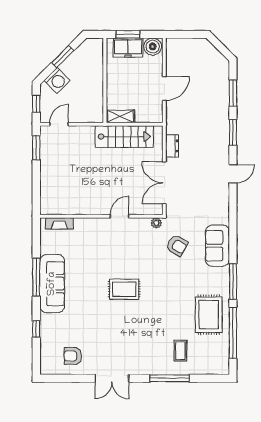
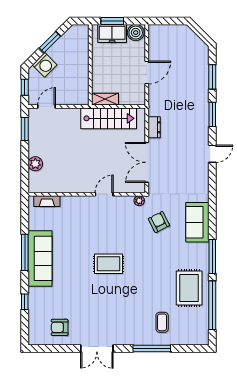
plant: (47, 184) -> (35, 164), added
armchair: (177, 245) -> (159, 222), turned -147

